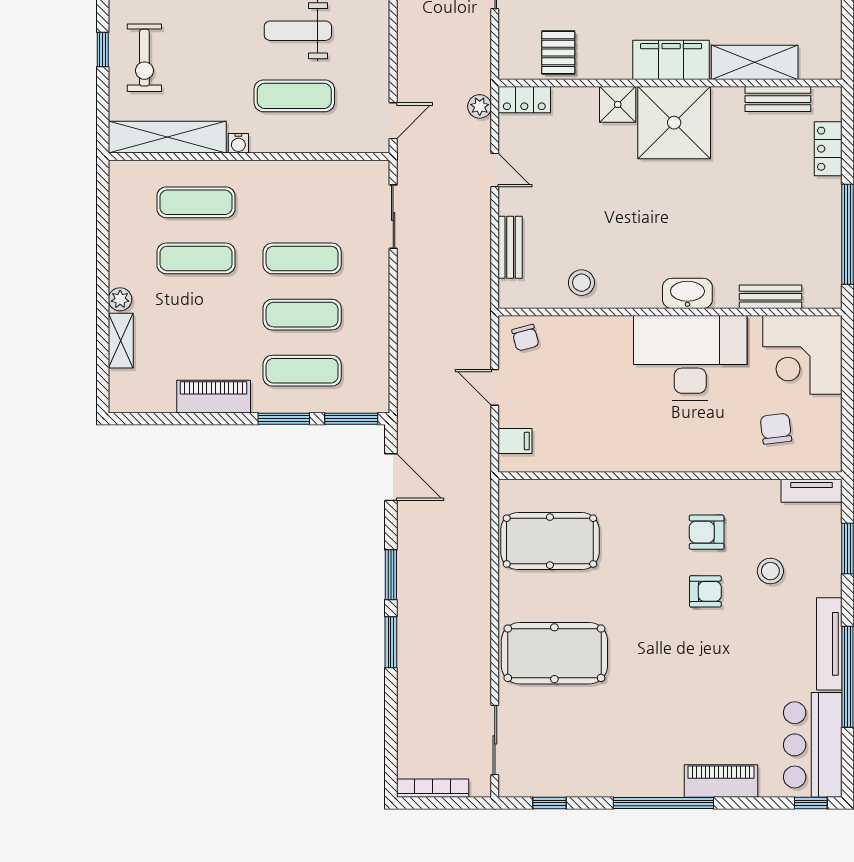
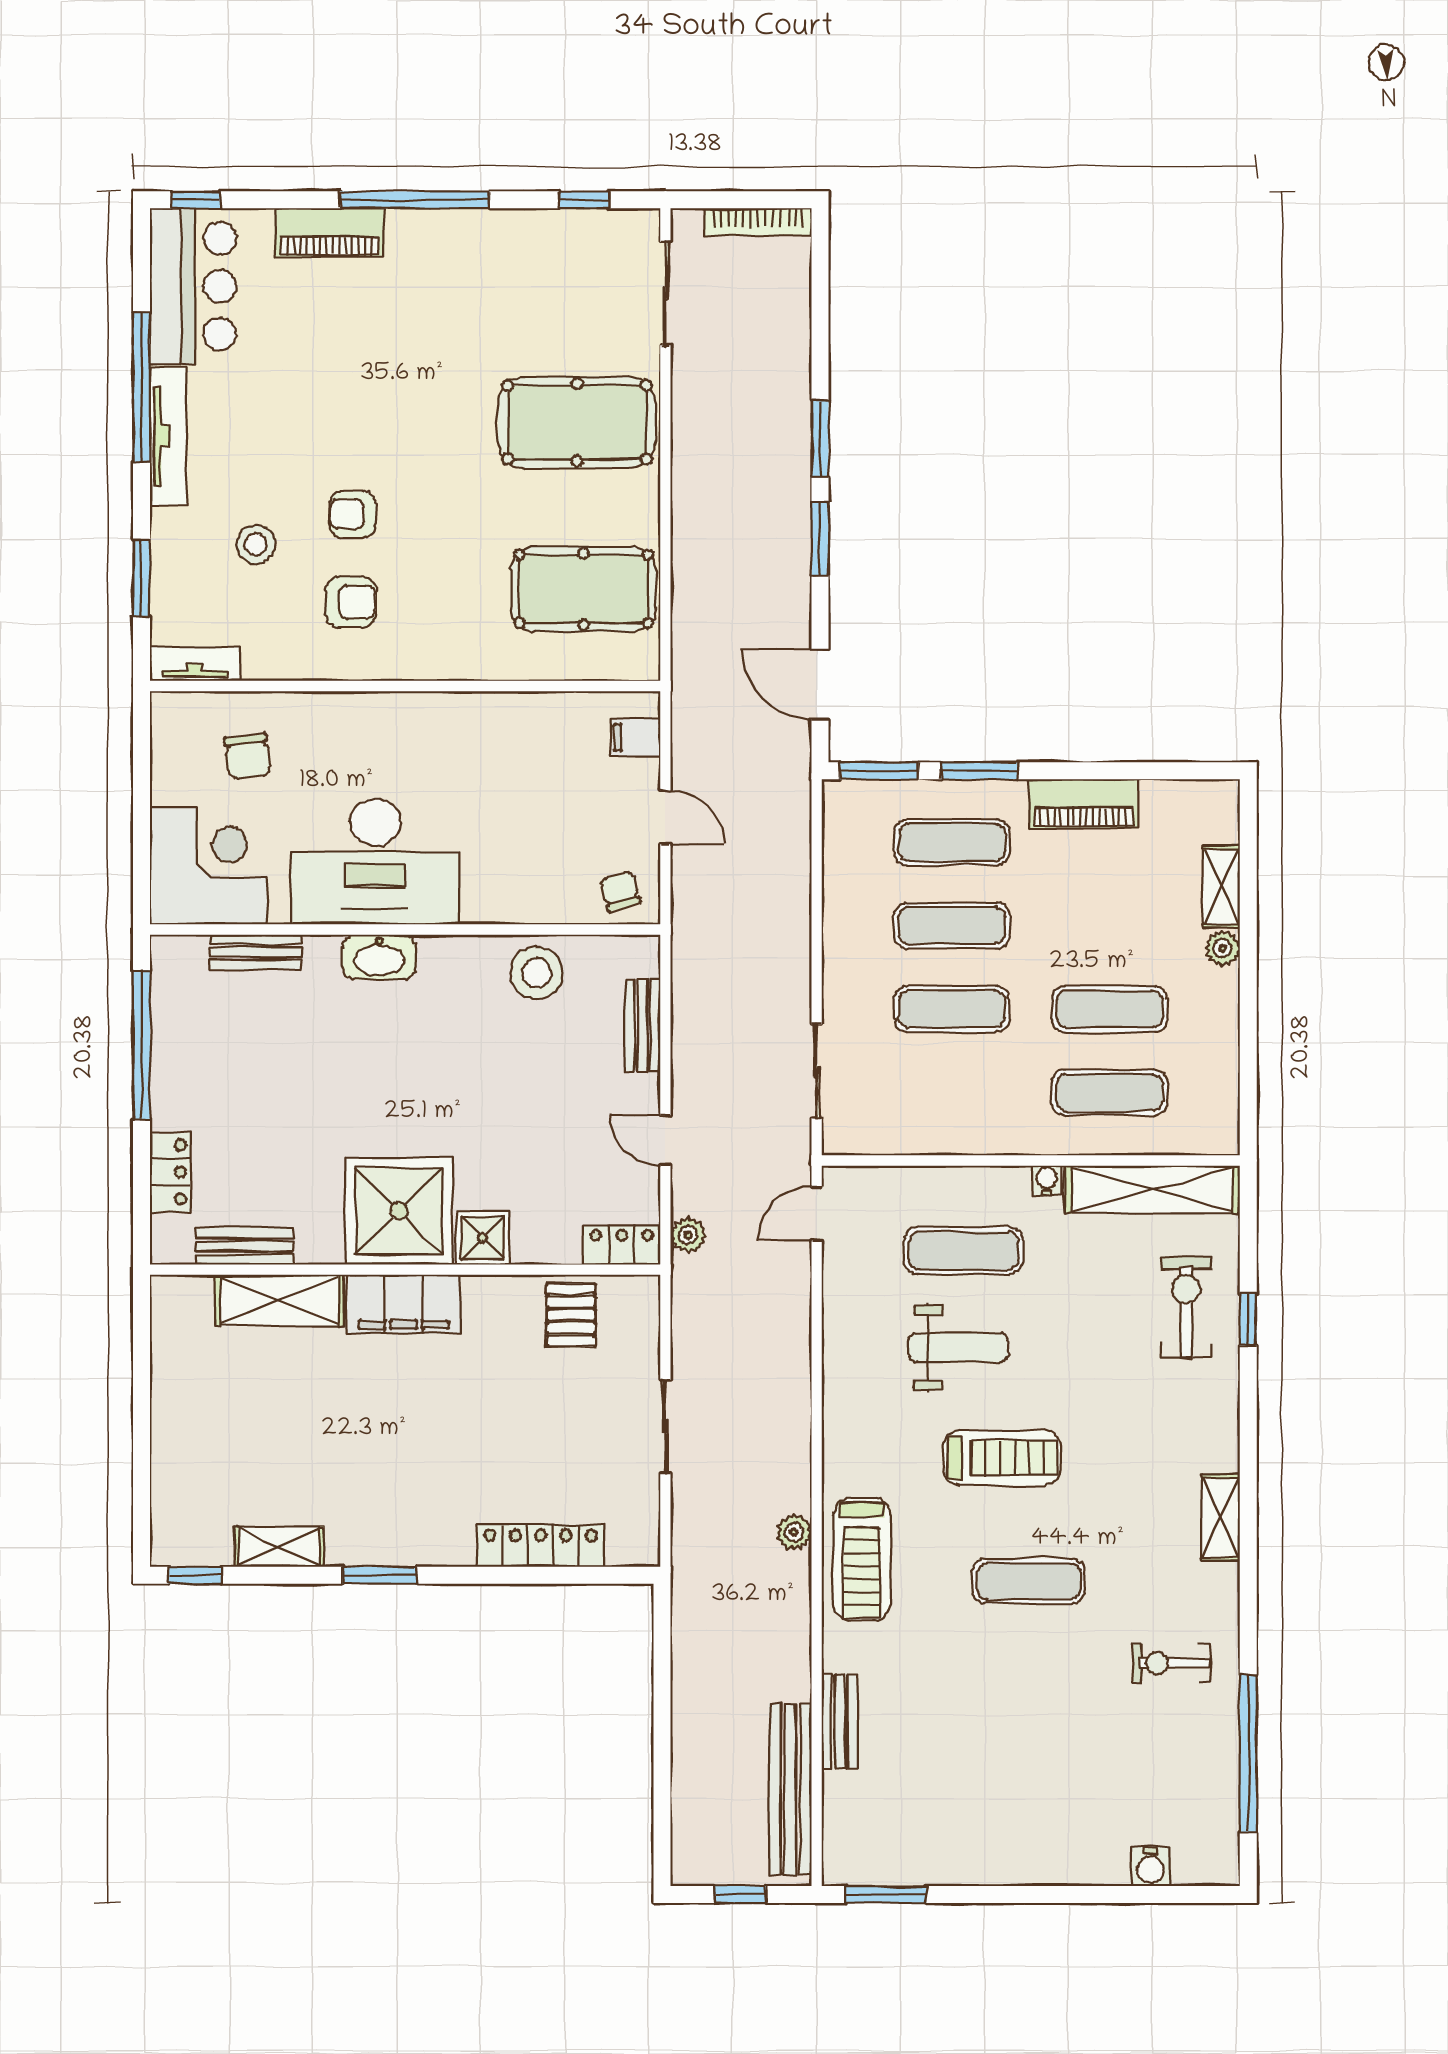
stool: (581, 283) -> (537, 973), width x1.38, depth x1.38

